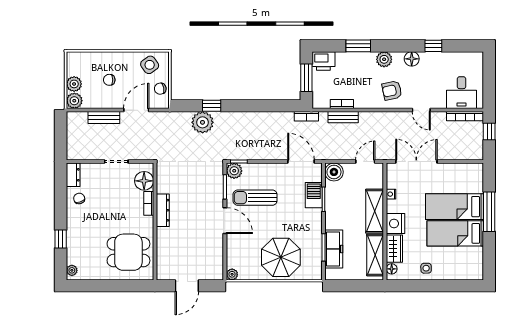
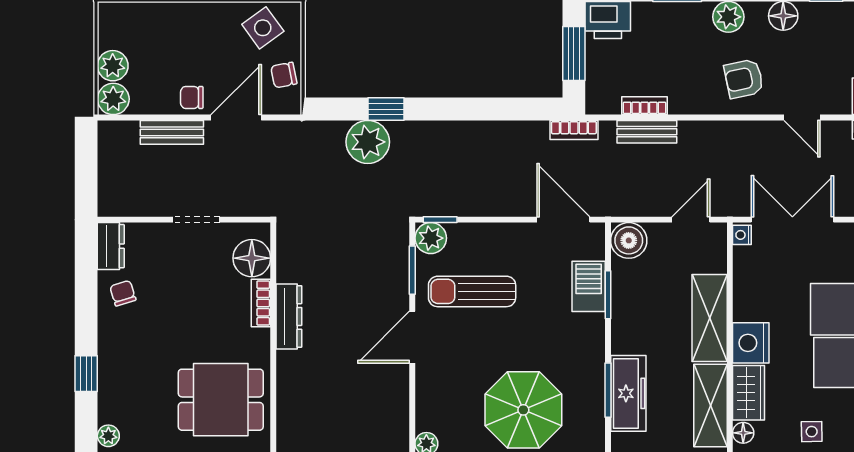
chair: (109, 80) -> (192, 97), moved
nightstand: (391, 194) -> (742, 235), moved
door: (225, 221) -> (412, 337), swing flipped

